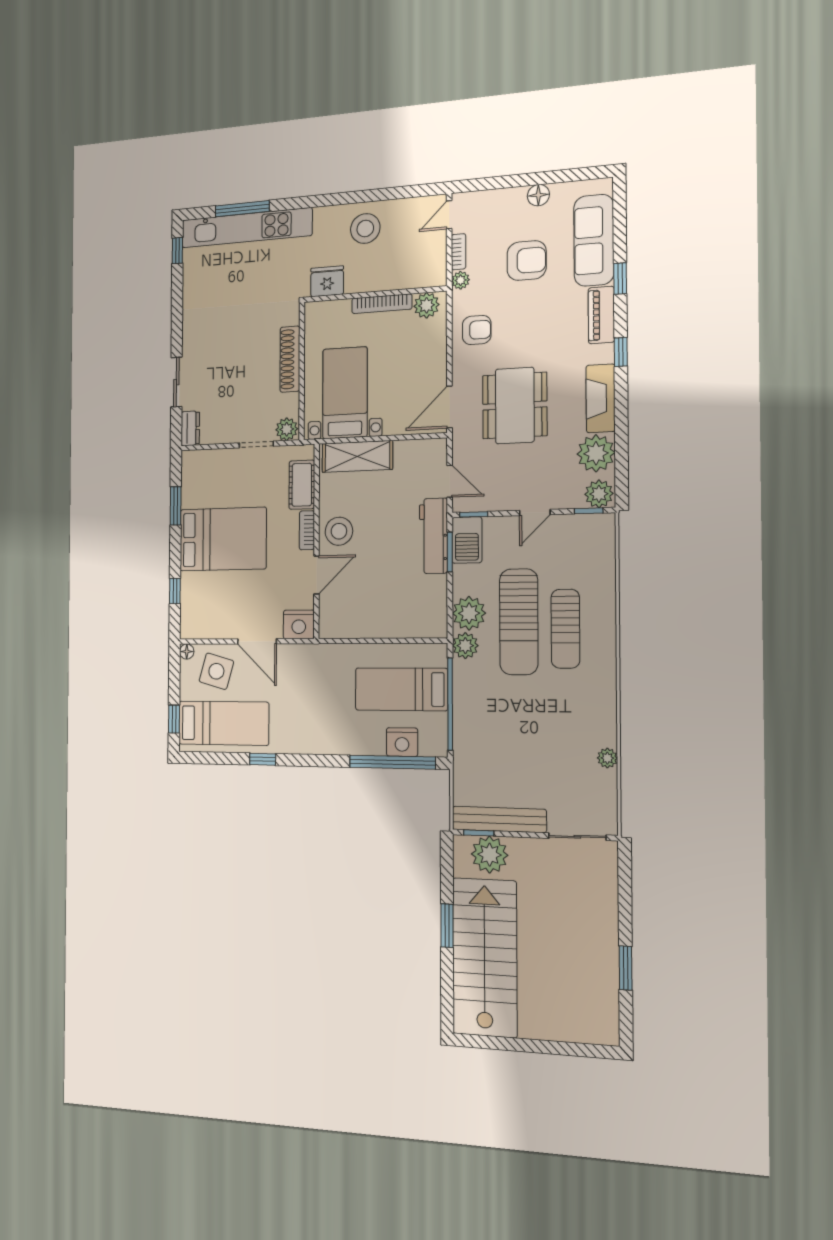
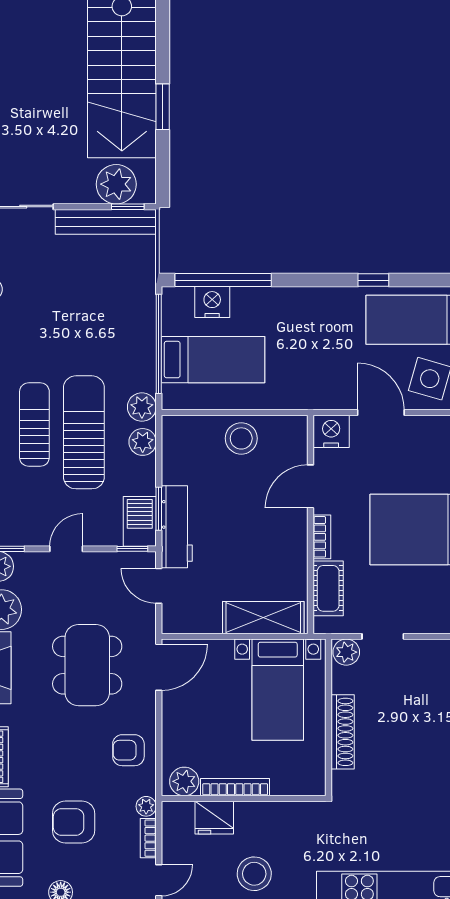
fridge: (327, 281) -> (214, 818), moved
stool: (339, 531) -> (241, 438), moved
plant: (469, 613) -> (143, 442), width x0.73, depth x0.73

